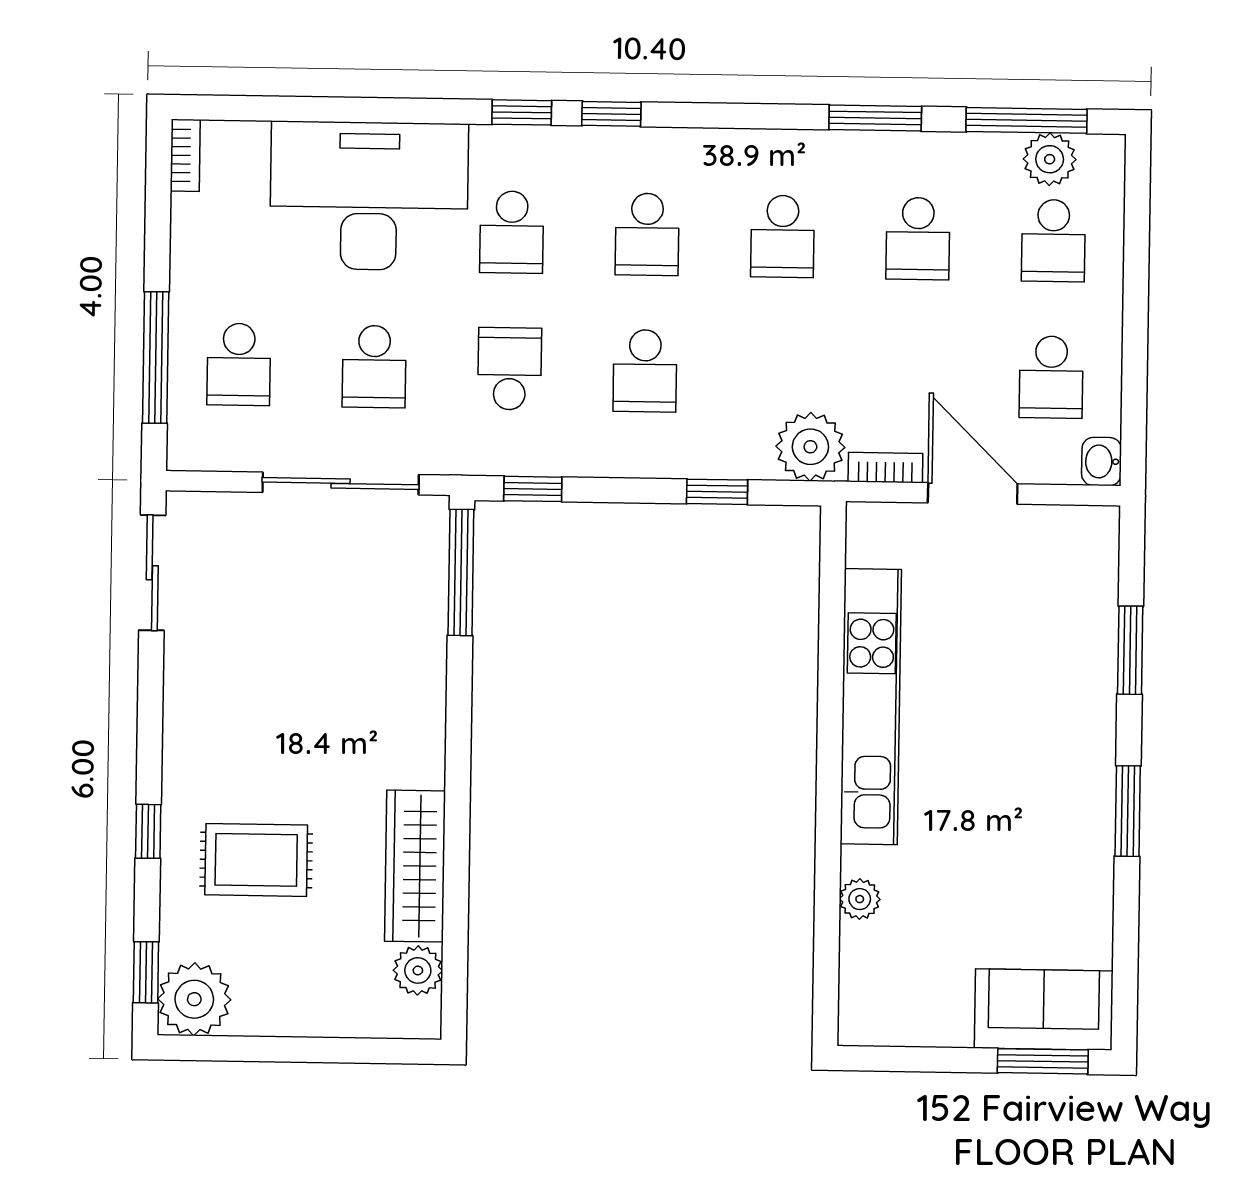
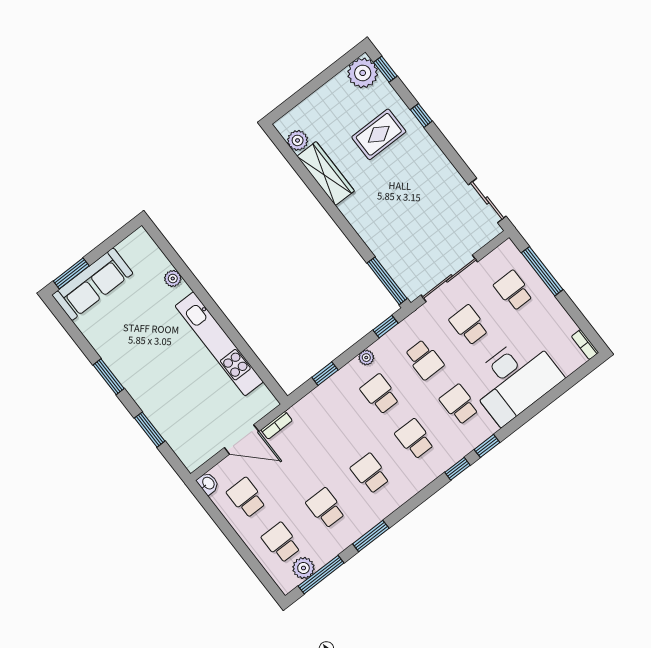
plant: (810, 447) -> (366, 358), moved, width x0.53, depth x0.53
sofa: (1044, 1009) -> (92, 284), width x1.36

